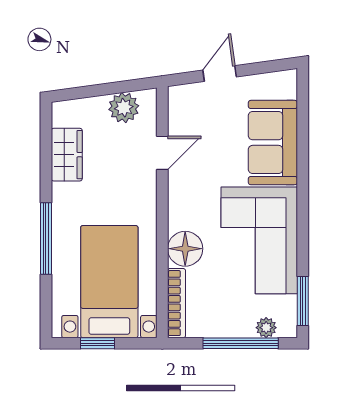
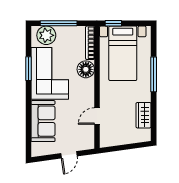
plant: (124, 108) -> (116, 138), removed
window: (303, 301) -> (28, 69), moved
plant: (266, 328) -> (46, 35), width x1.87, depth x1.87
window: (98, 343) -> (113, 23), moved

